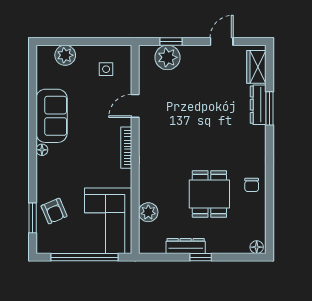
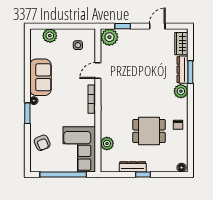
plant: (167, 57) -> (109, 37), moved
plant: (256, 136) -> (181, 91), added
dining table: (209, 194) -> (149, 131), turned 90
window: (33, 218) -> (27, 113), moved

